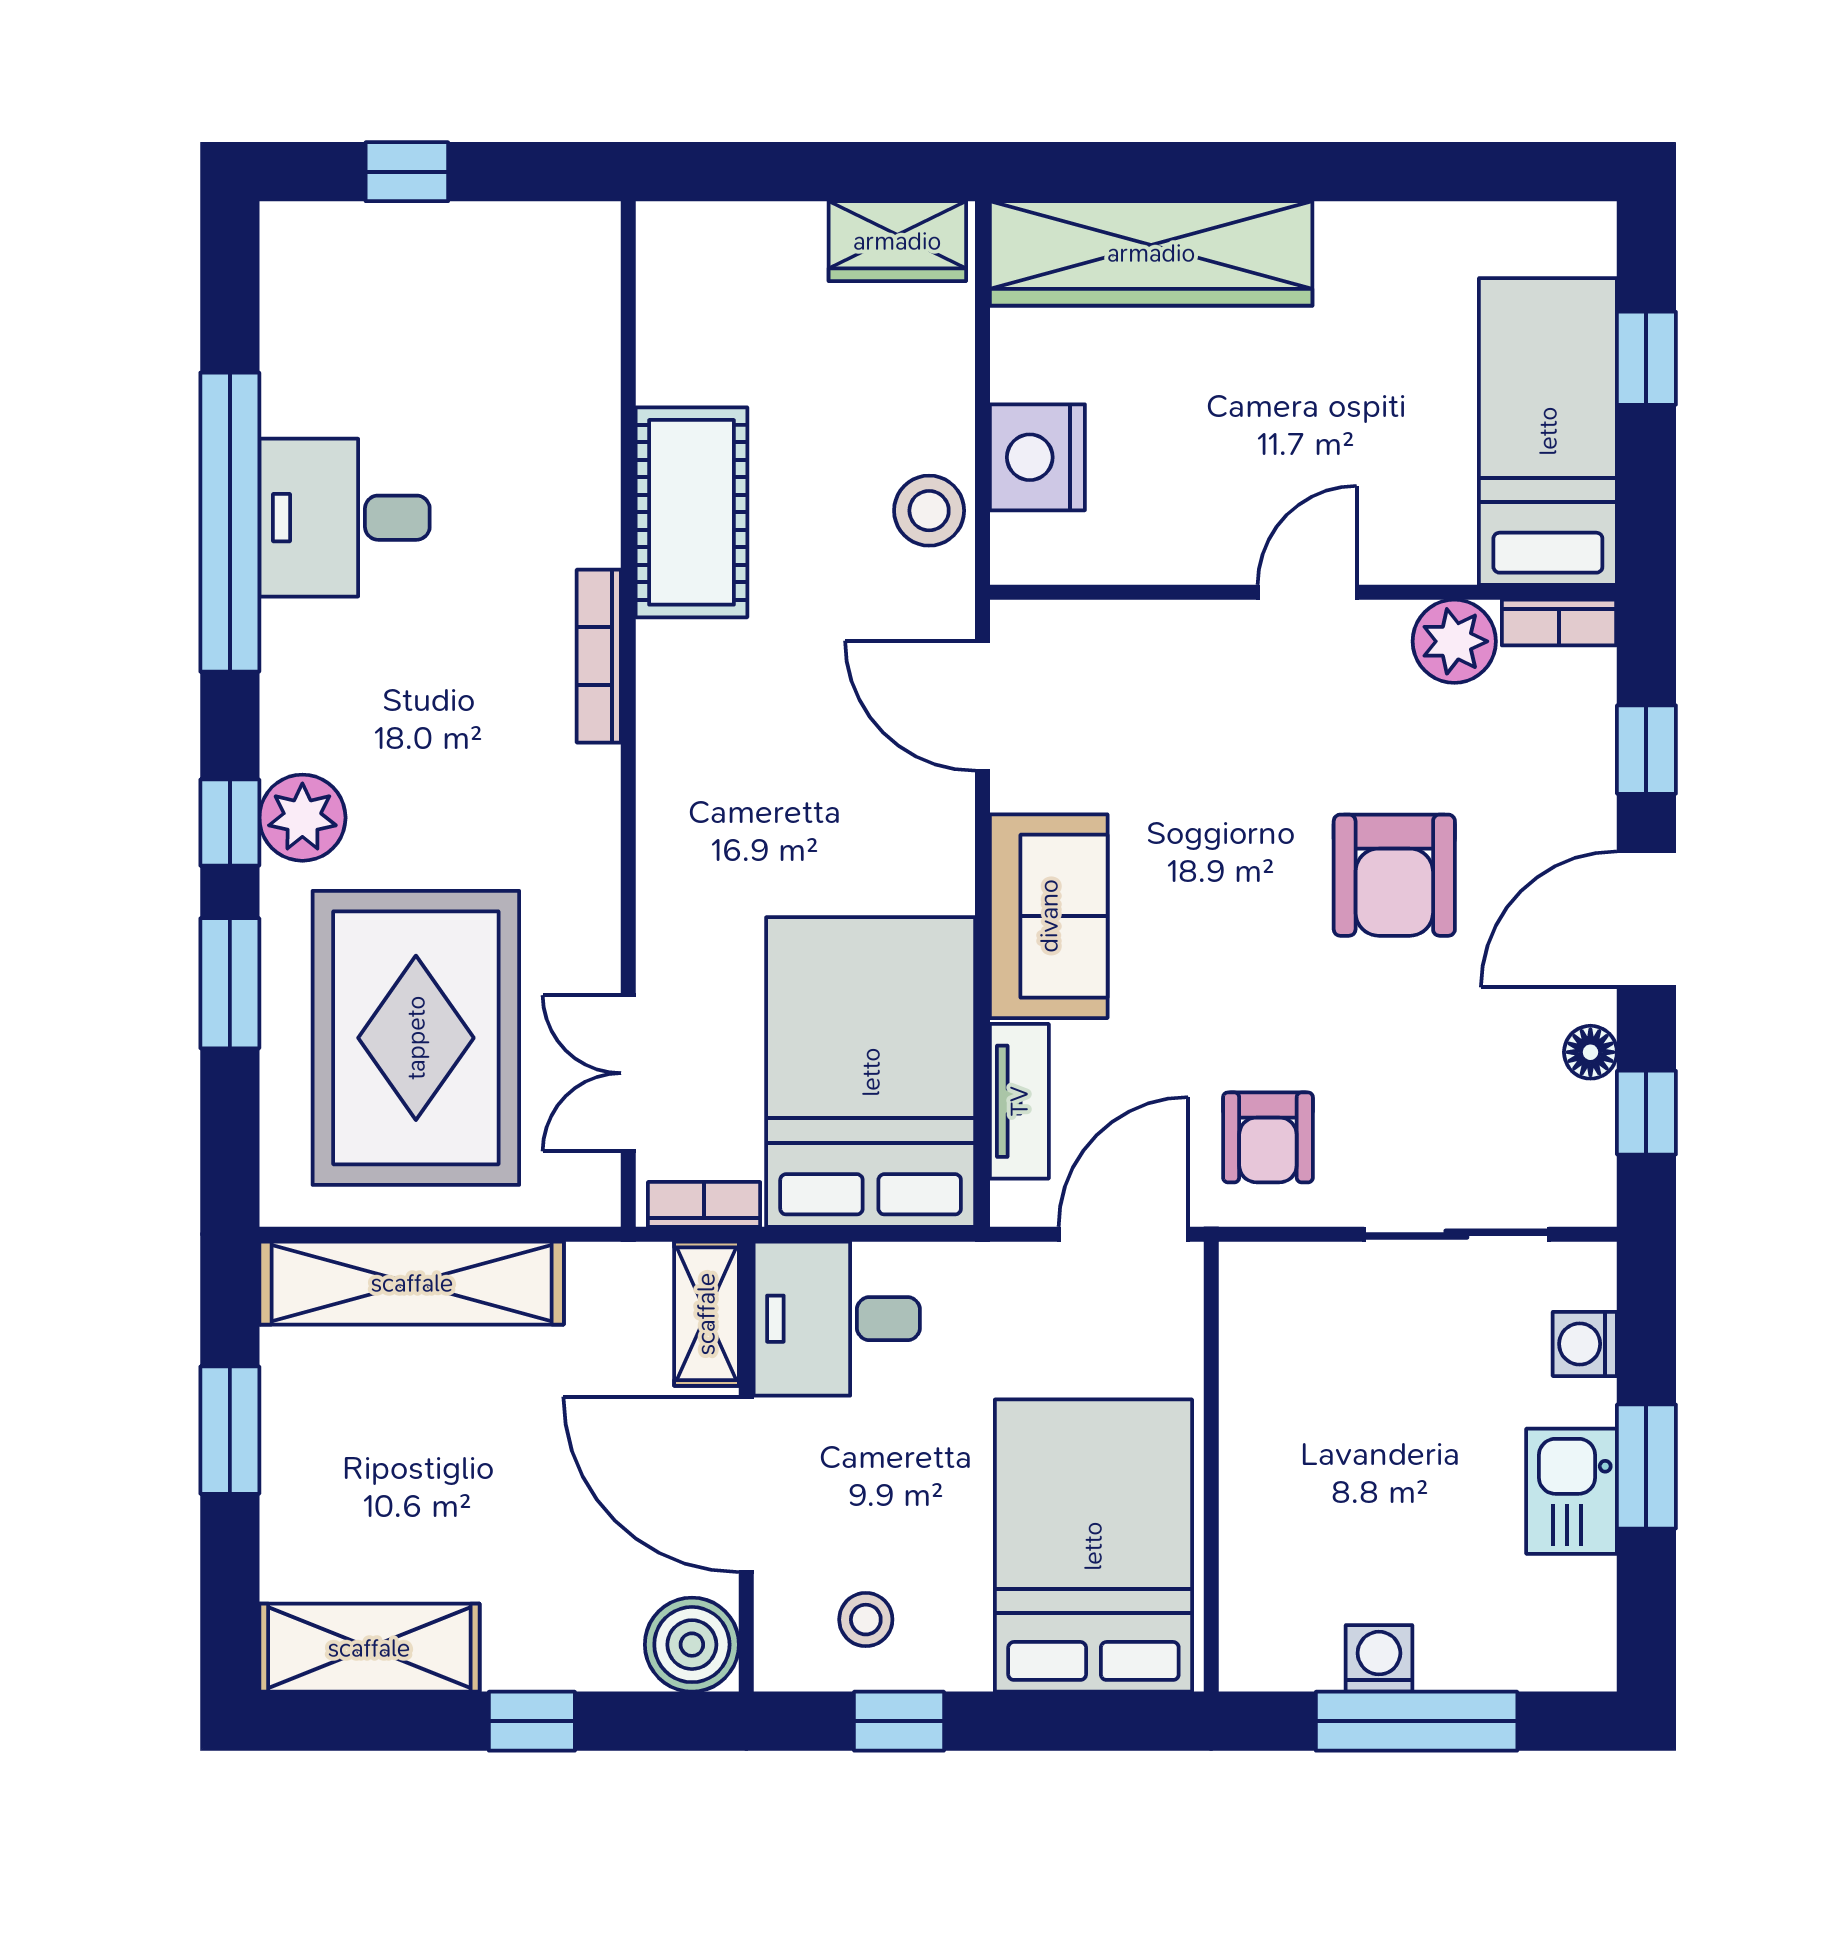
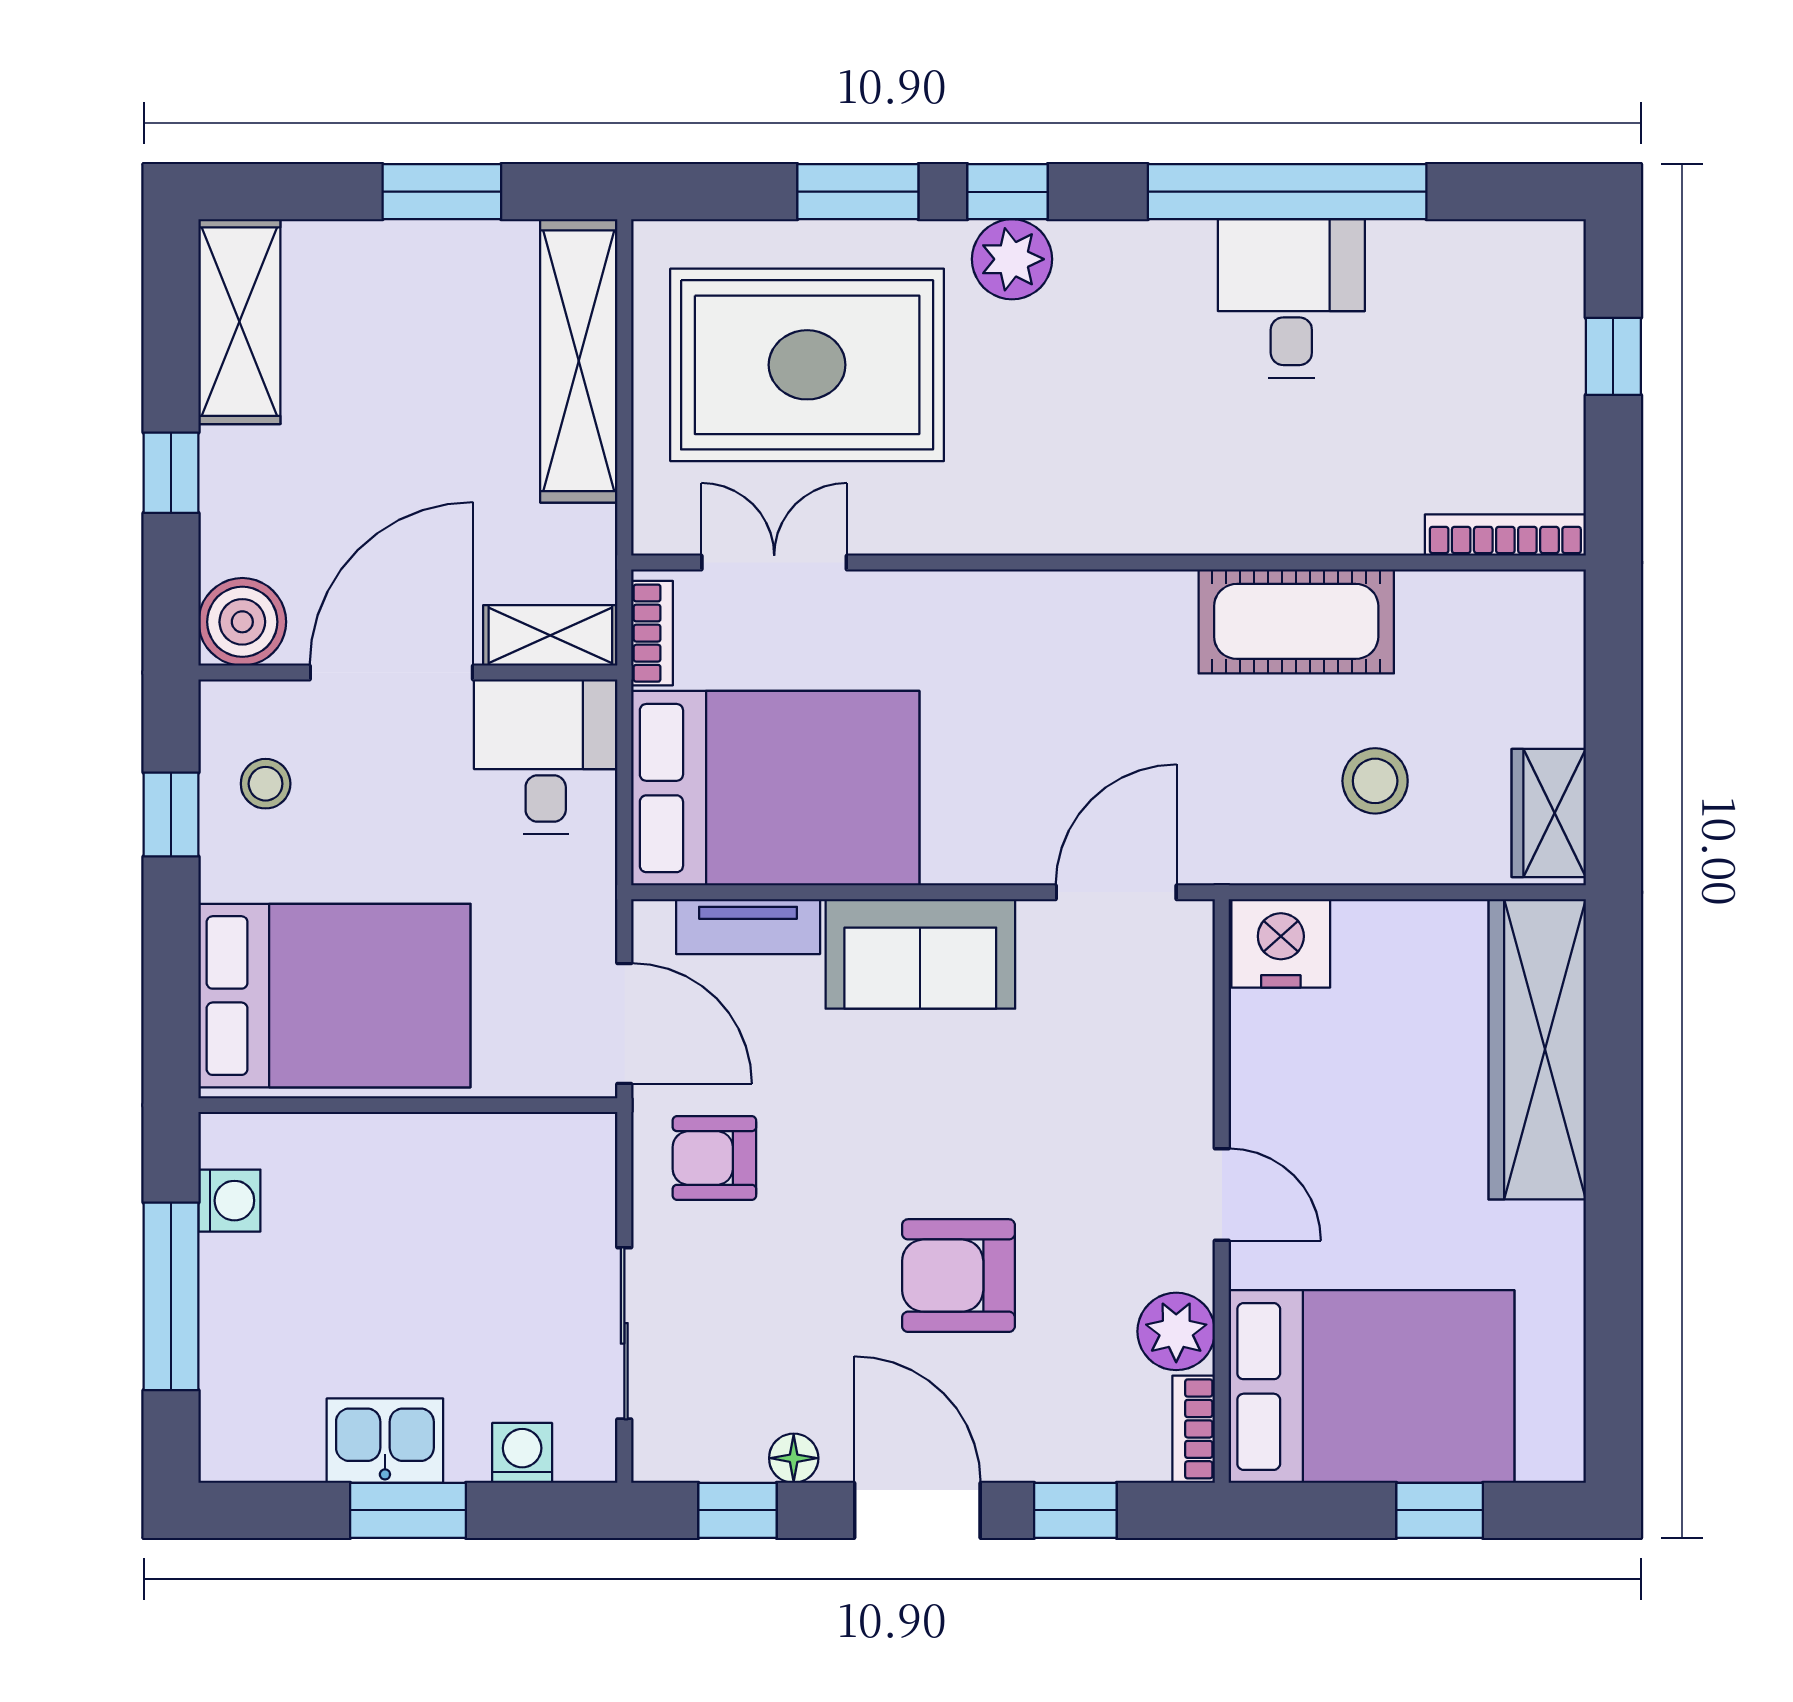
bed: (1548, 431) -> (1371, 1386), width x1.50
nightstand: (1037, 457) -> (1281, 943), moved
stool: (929, 511) -> (1375, 781), moved
bookcase: (599, 656) -> (1505, 535), moved
washing machine: (1379, 1658) -> (229, 1201), moved

